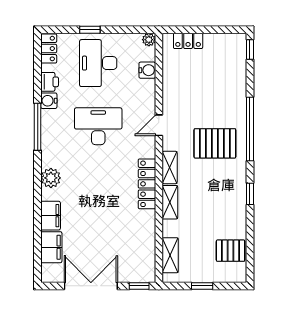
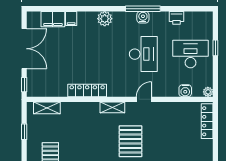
locker: (188, 41) -> (207, 121), width x1.53
locker: (49, 49) -> (201, 17), removed
water cooler: (49, 101) -> (143, 17), moved
door: (159, 125) -> (144, 99), hinge flipped
locker: (147, 184) -> (87, 91), moved
shelving: (170, 202) -> (87, 108), removed
filing cabinet: (51, 216) -> (71, 19), width x0.50

